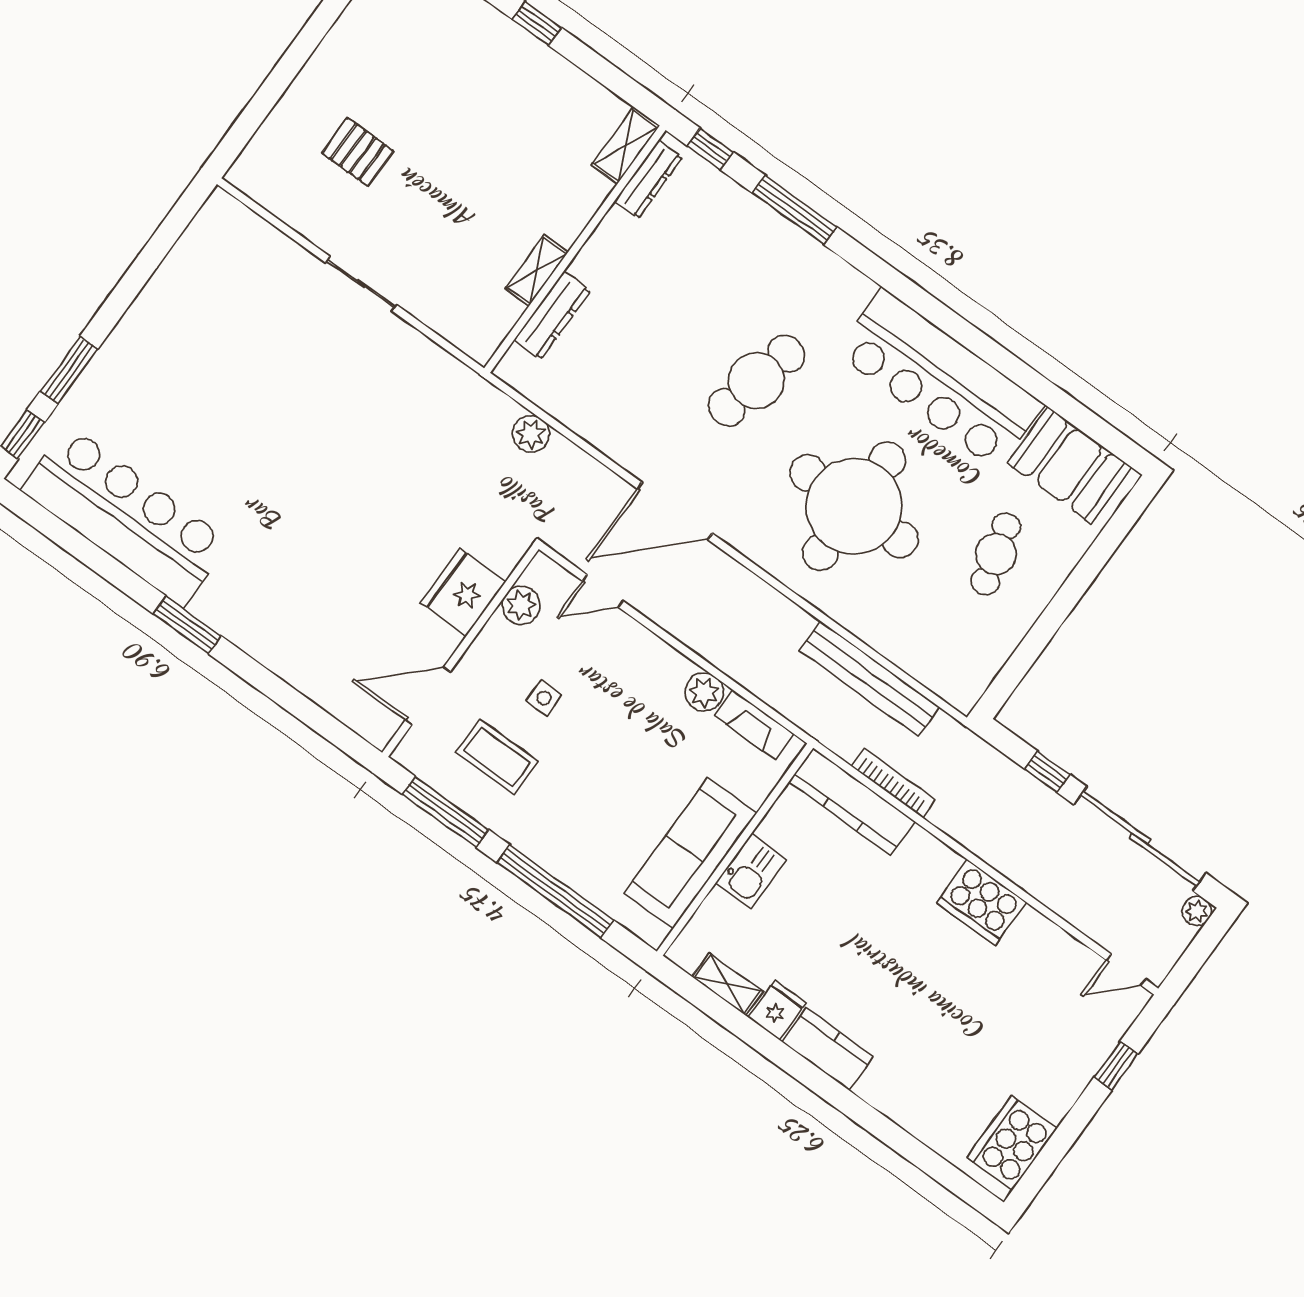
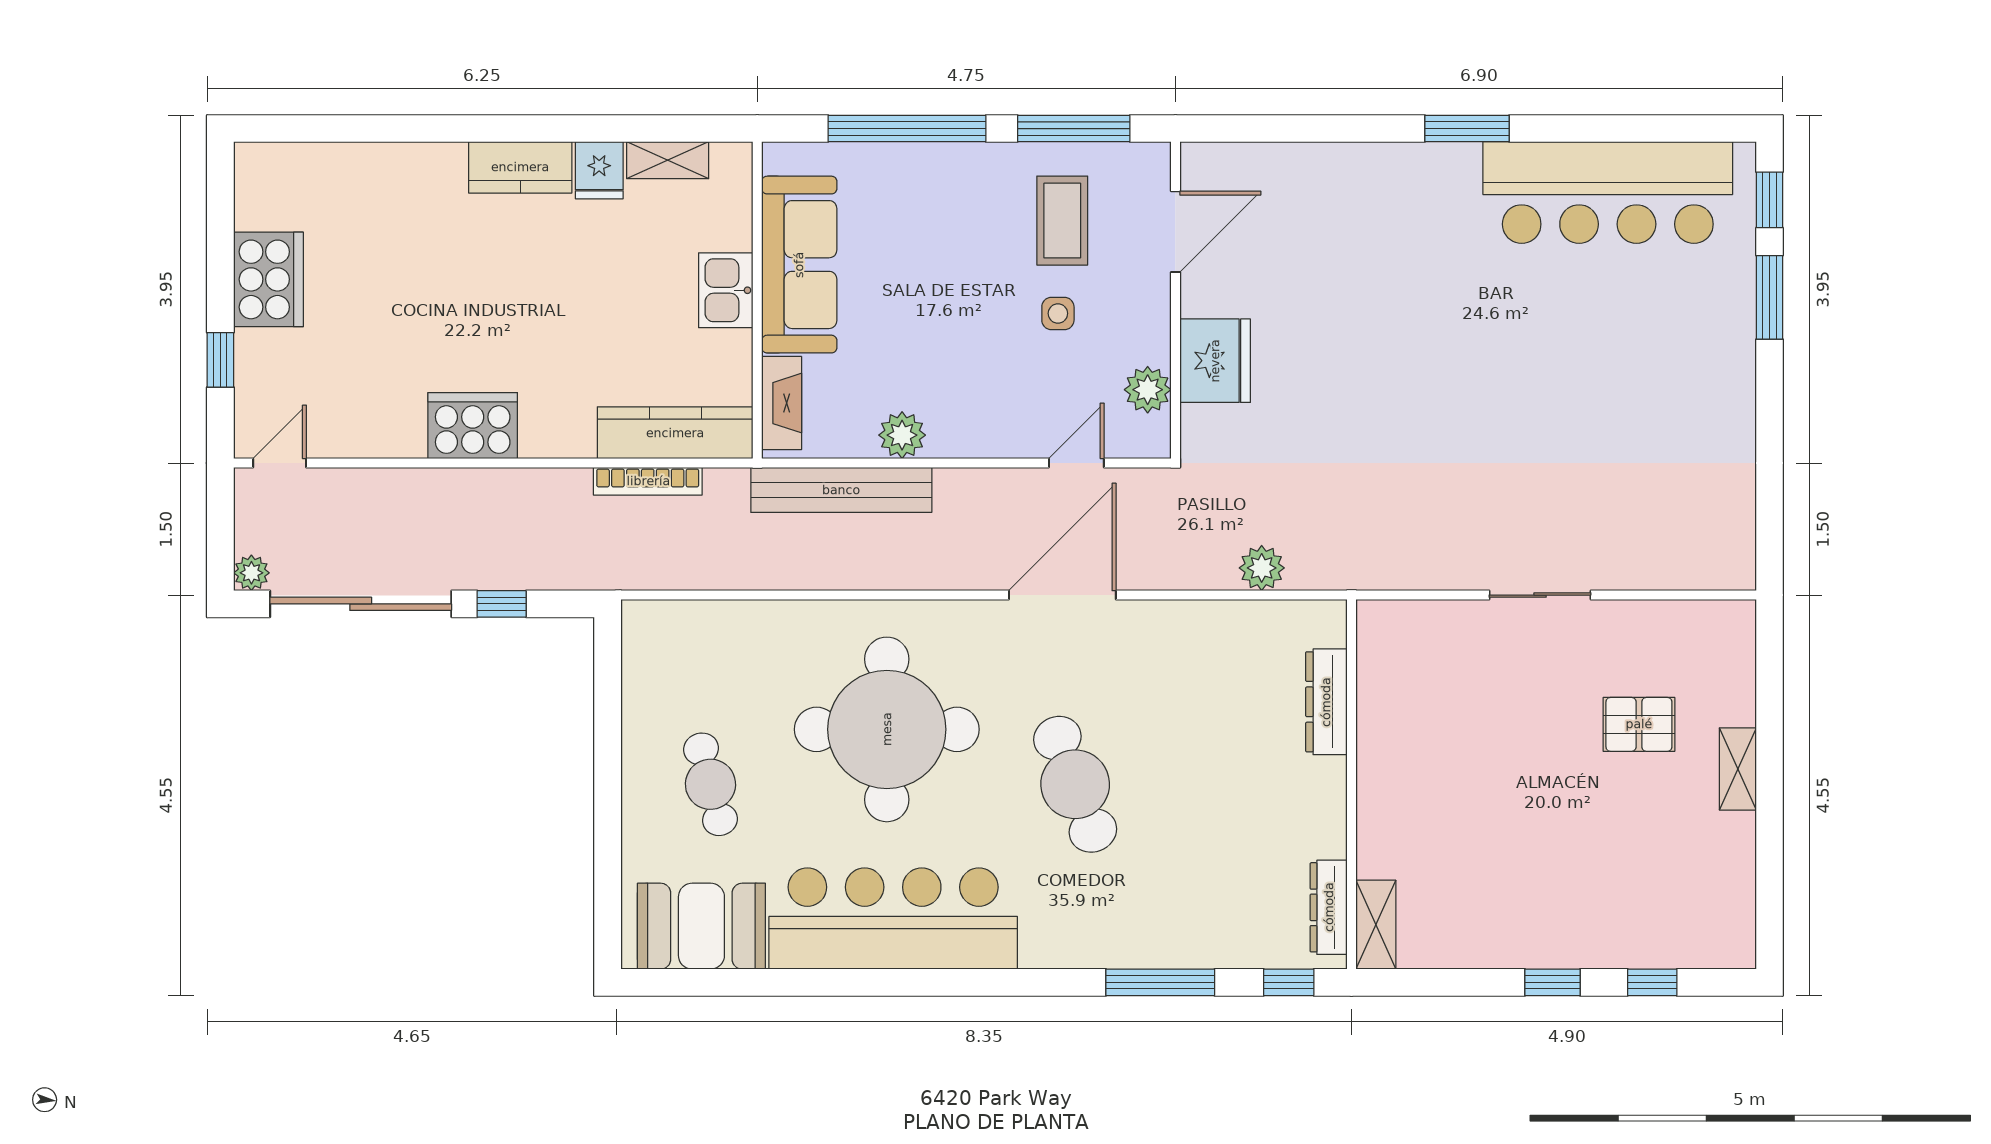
shelving: (537, 270) -> (1738, 769), moved
cafe table: (756, 381) -> (1075, 784), turned -33
bench: (869, 679) -> (841, 490), moved
fireplace: (754, 725) -> (782, 403), moved, turned 90
coffee table: (497, 757) -> (1062, 221), turned 90
cooker: (1012, 1143) -> (268, 279), moved

